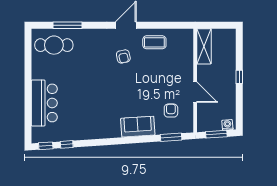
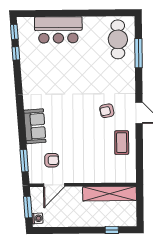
shelving: (204, 46) -> (110, 194), width x1.47
window: (239, 77) -> (112, 230), moved
door: (195, 92) -> (54, 185), moved

